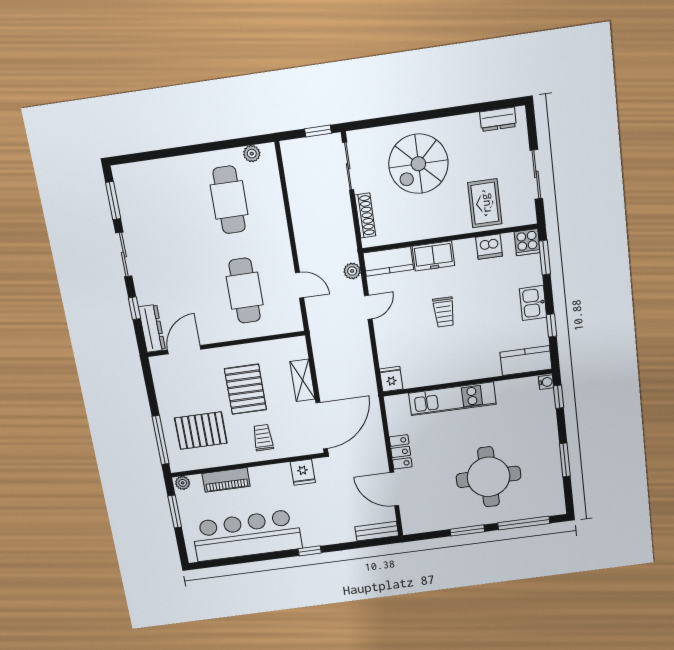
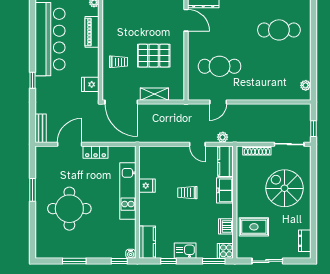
cafe table: (229, 200) -> (279, 30), moved
fridge: (391, 379) -> (147, 186), moved
pallet: (201, 431) -> (129, 21), removed
window: (524, 523) -> (32, 229), removed

